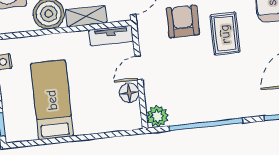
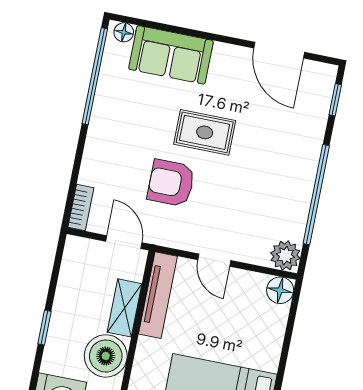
tv unit: (111, 36) -> (158, 295), width x1.41
floor lamp: (129, 93) -> (280, 290), moved

